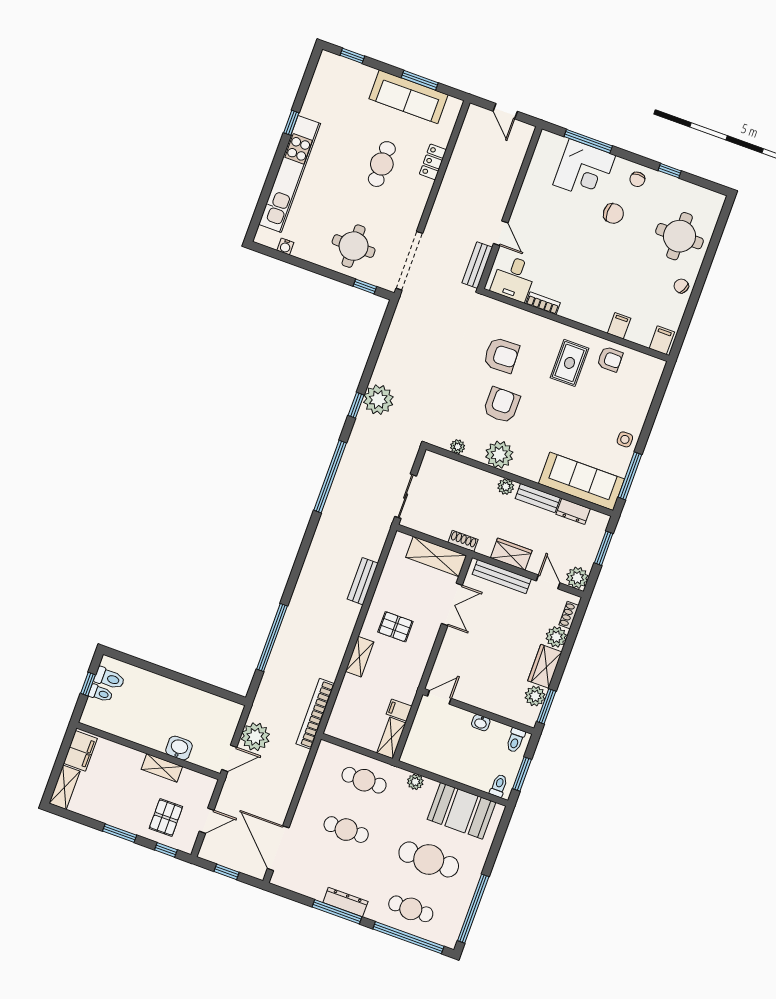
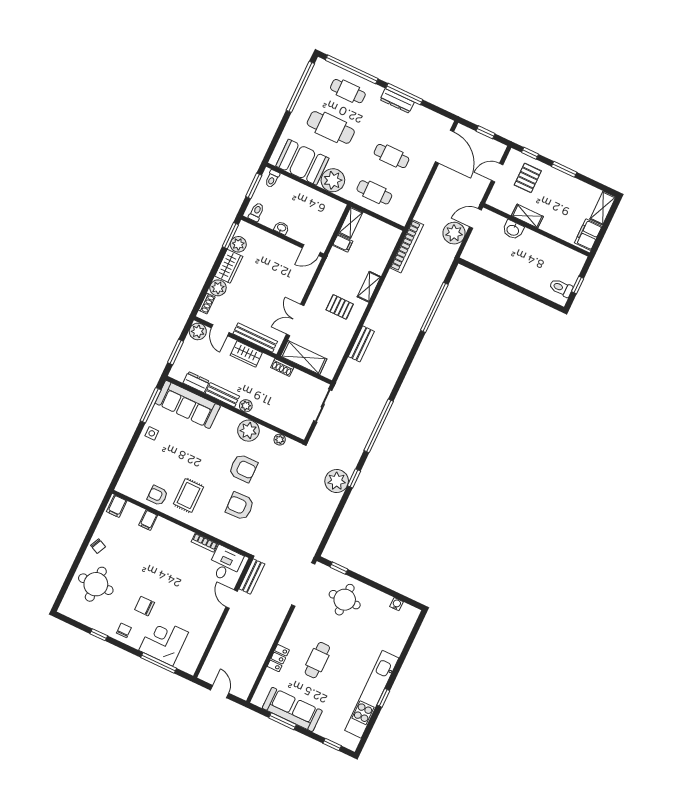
kitchen unit: (290, 174) -> (372, 694), moved
armchair: (502, 405) -> (243, 468), turned -90
toilet: (101, 693) -> (569, 277), removed
plant: (415, 782) -> (333, 180), width x1.88, depth x1.88

